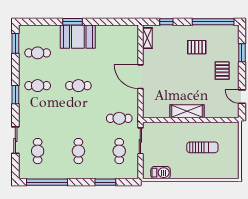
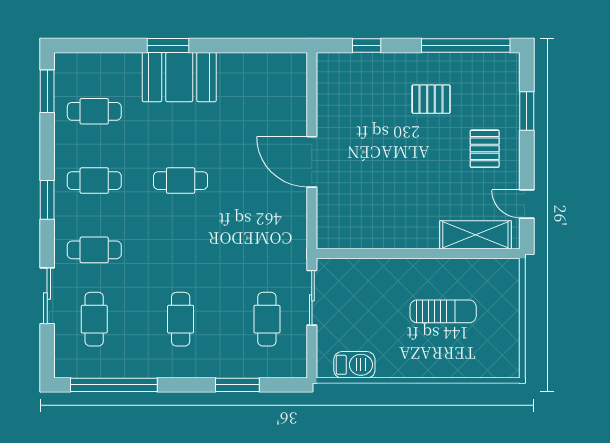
shelving: (147, 38) -> (326, 80), removed
shelving: (187, 111) -> (475, 235), moved
cafe table: (119, 118) -> (94, 250), moved

